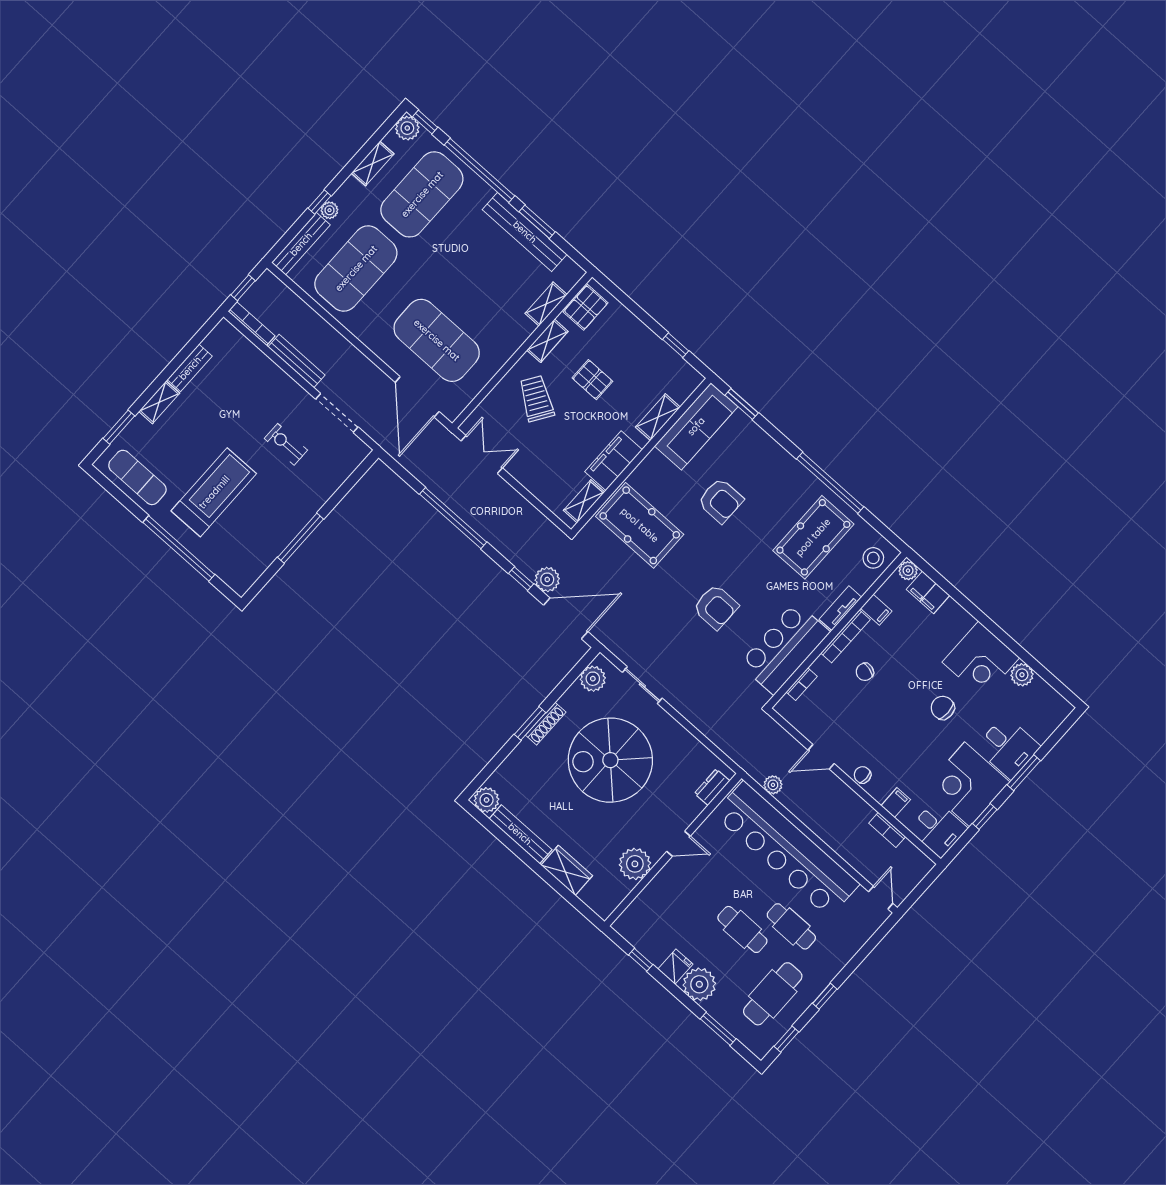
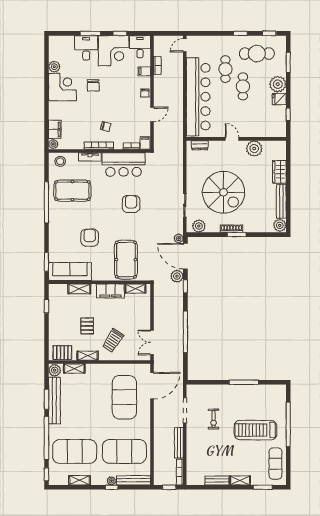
plant: (407, 128) -> (55, 370), moved
filing cabinet: (876, 610) -> (145, 143), moved
door: (821, 757) -> (152, 114), hinge flipped
plant: (773, 785) -> (179, 238), moved

